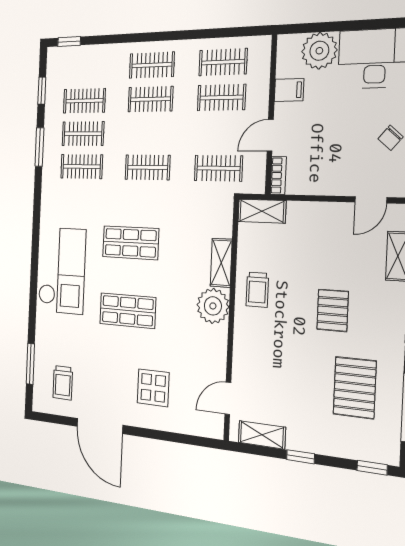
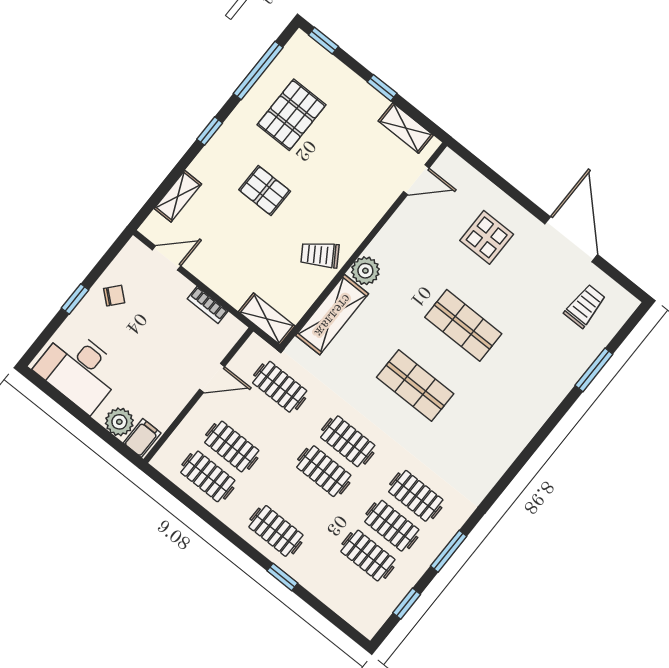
window: (69, 42) -> (282, 577), moved
plant: (319, 51) -> (119, 422), width x0.73, depth x0.73
filing cabinet: (289, 90) -> (142, 438), moved, turned 90
clothes rail: (150, 99) -> (324, 471), moved
bookcase: (278, 175) -> (208, 305), moved, turned -90
shelving: (221, 263) -> (332, 315), width x1.50, depth x1.33
checkout: (62, 271) -> (509, 413), removed
trolley: (257, 290) -> (320, 255), turned -123
plant: (213, 306) -> (365, 271), width x0.73, depth x0.73
pallet: (333, 310) -> (265, 191), turned 90
window: (30, 364) -> (594, 370), moved

